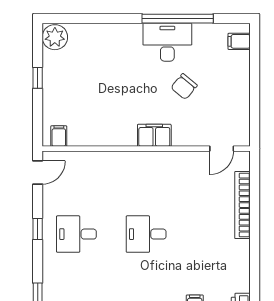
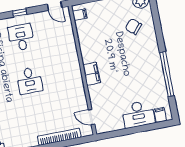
desk: (167, 42) -> (138, 114), moved, turned 90
chair: (184, 87) -> (134, 27), moved
desk: (146, 234) -> (29, 81), turned 180

